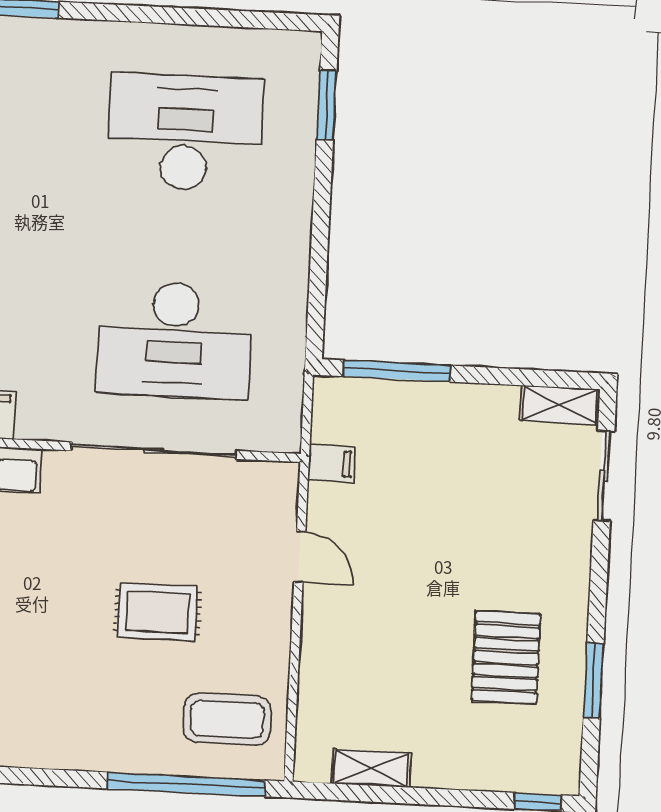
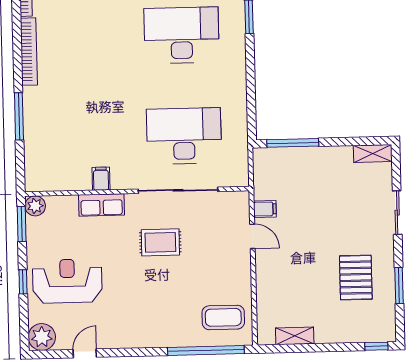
desk: (174, 340) -> (184, 136), turned 180
filing cabinet: (331, 464) -> (265, 209), moved
sliding door: (604, 476) -> (397, 213), moved
rug: (158, 612) -> (160, 242), moved

